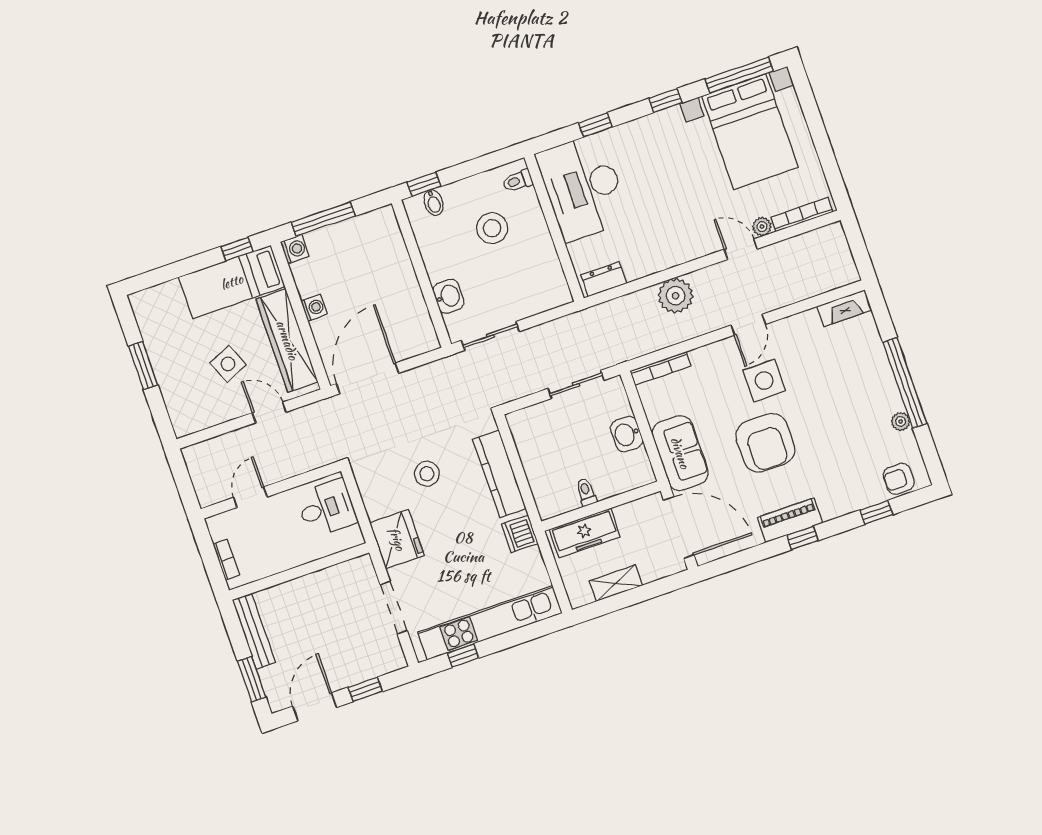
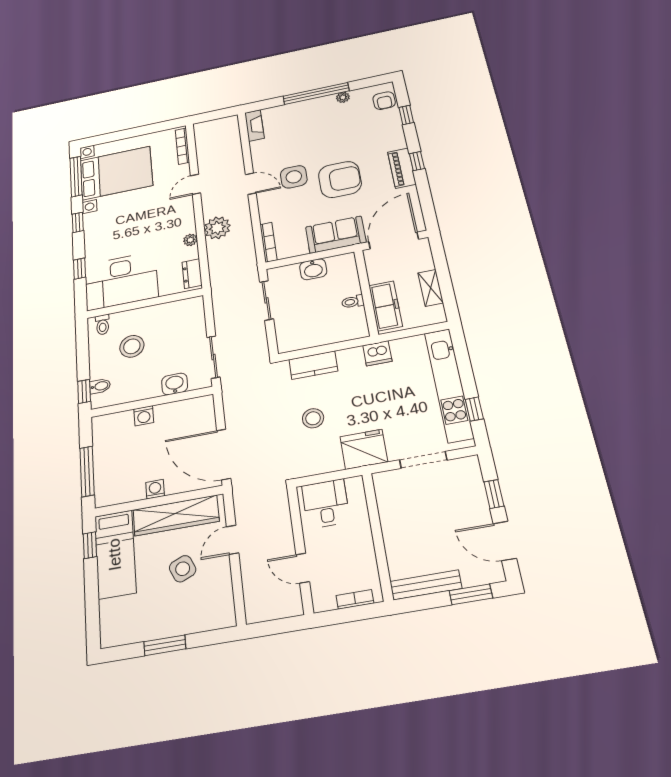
plant: (762, 227) -> (190, 240), moved
washing machine: (295, 249) -> (144, 416), moved, turned 180
kitchen counter: (499, 474) -> (313, 365), width x0.67

